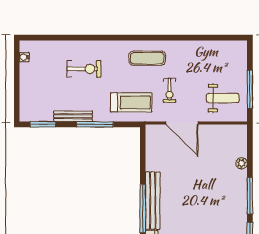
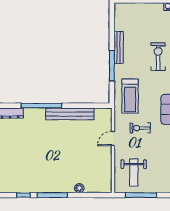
exercise bike: (84, 69) -> (158, 57), turned 180
door: (182, 123) -> (113, 138), width x0.53
window: (43, 124) -> (112, 22), removed
bench: (153, 201) -> (70, 114), moved

